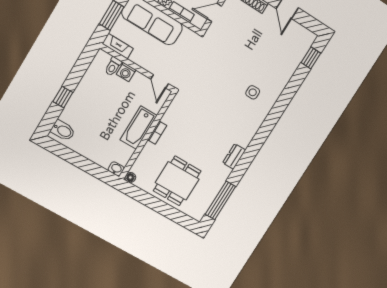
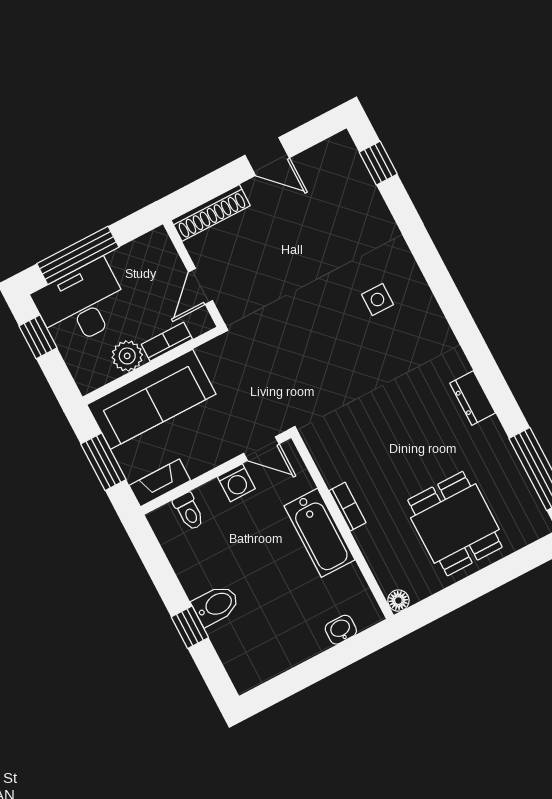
washing machine: (126, 72) -> (236, 483), moved
bidet: (63, 130) -> (216, 605), moved
washbasin: (116, 169) -> (341, 630), moved

